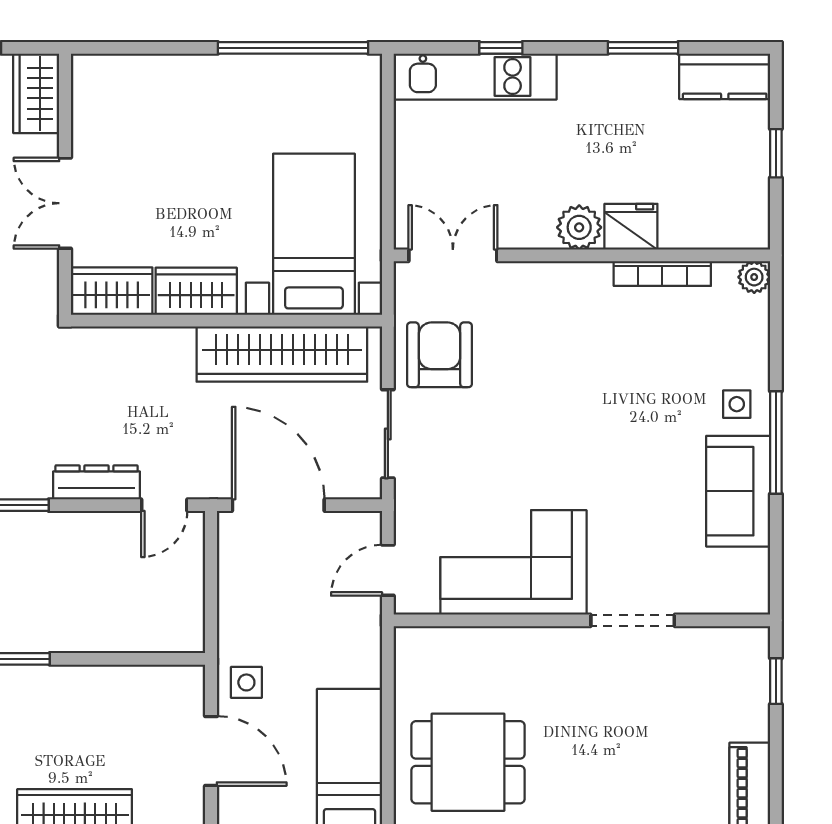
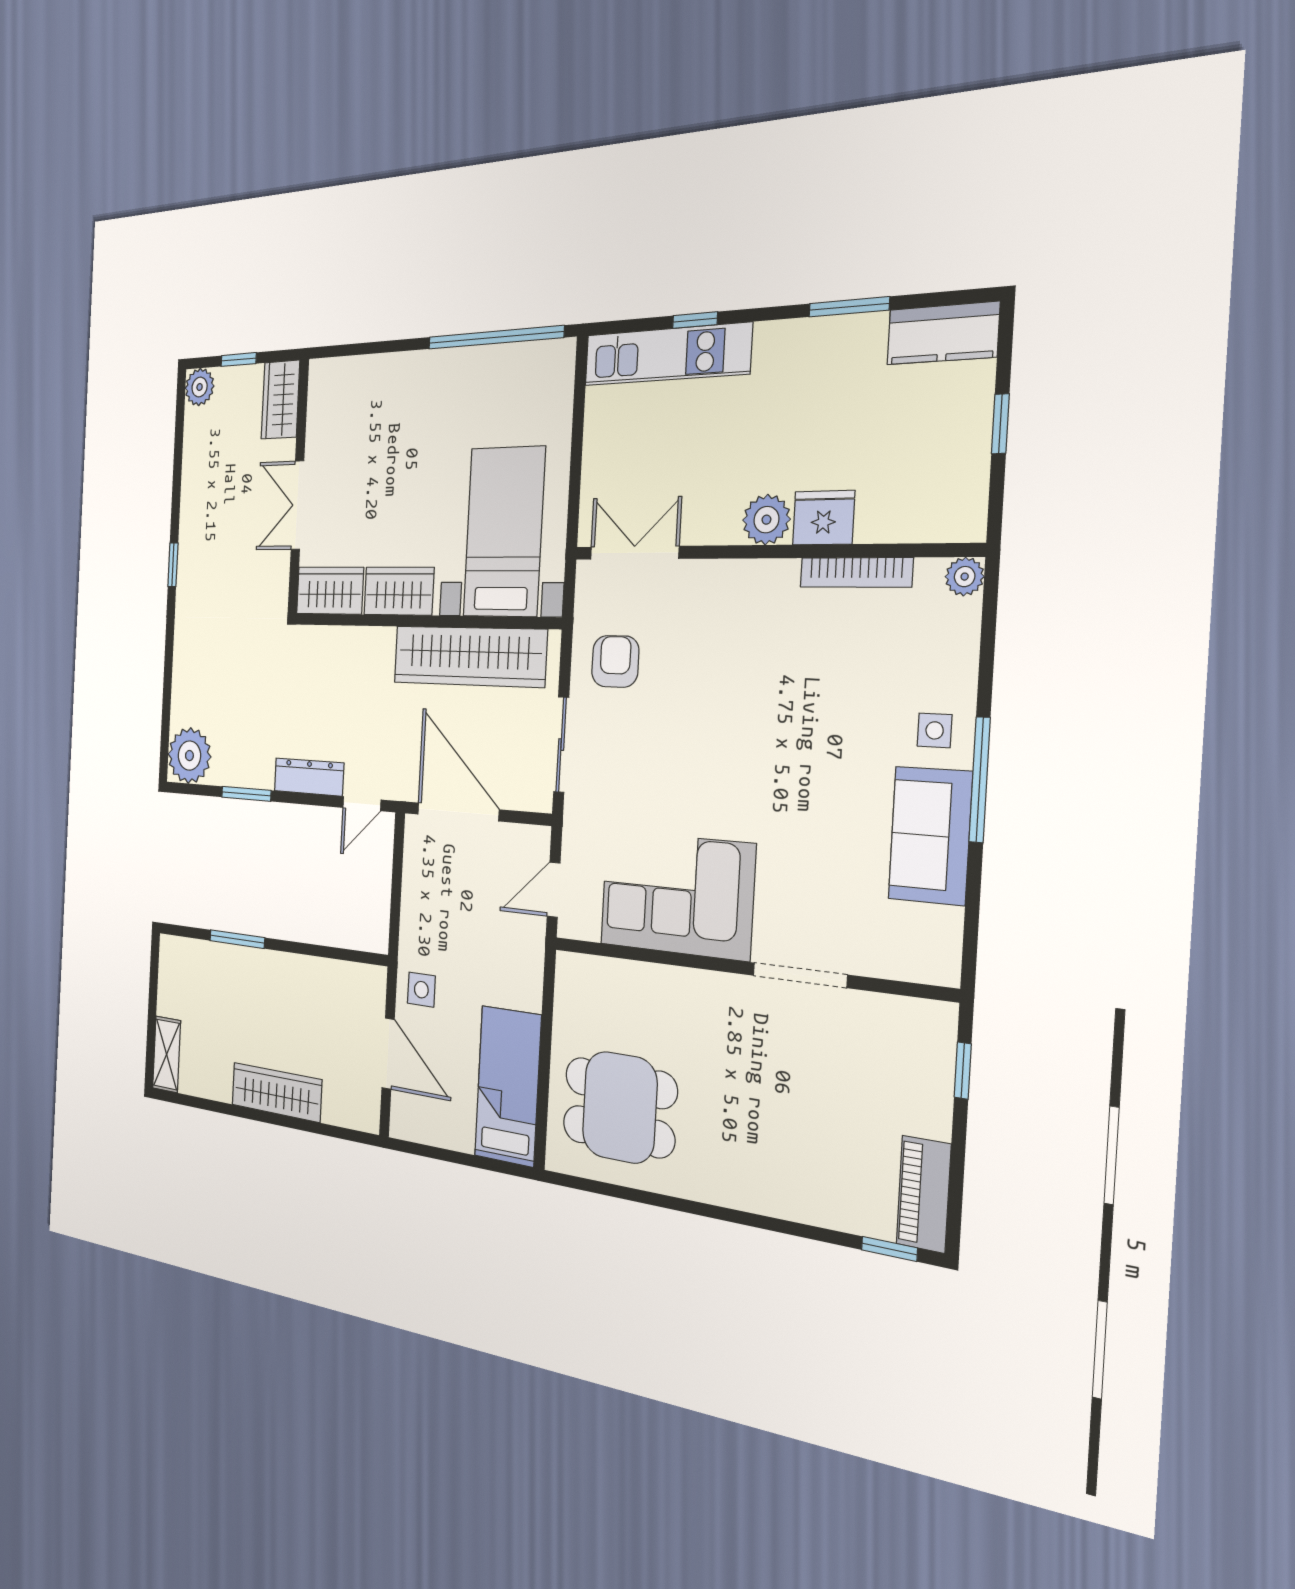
armchair: (440, 355) -> (615, 661), width x0.72, depth x0.72

